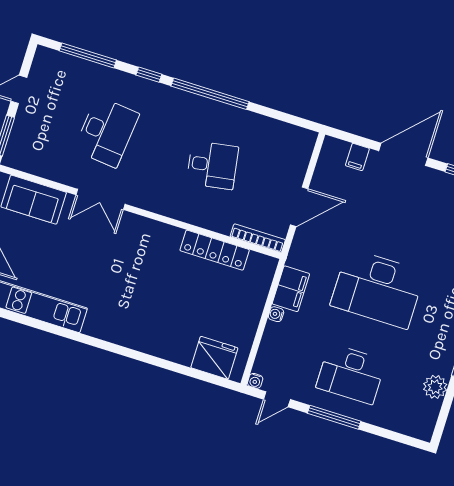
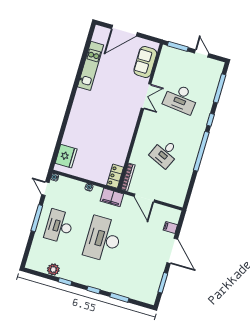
desk: (212, 165) -> (165, 153), turned 33
double door: (100, 199) -> (146, 96), swing flipped
locker: (215, 250) -> (115, 176), moved, width x0.66
filing cabinet: (291, 289) -> (112, 197), moved

